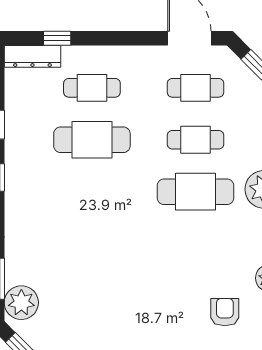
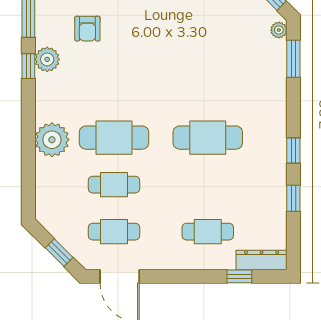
cafe table: (92, 140) -> (208, 138), moved
plant: (21, 303) -> (279, 30), width x0.53, depth x0.53

